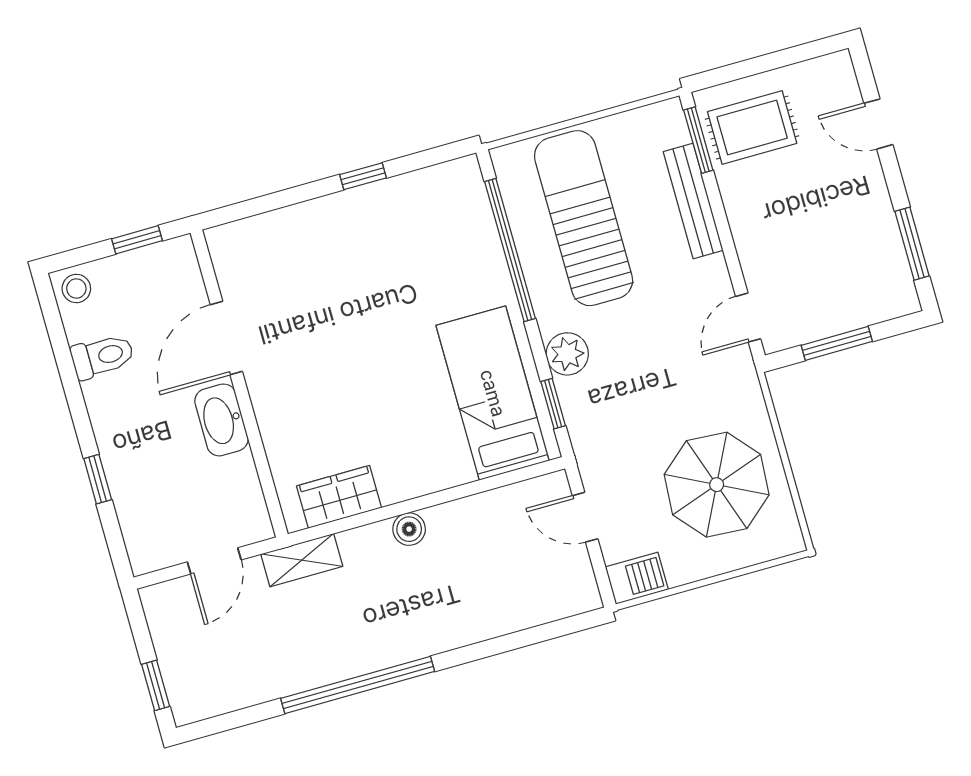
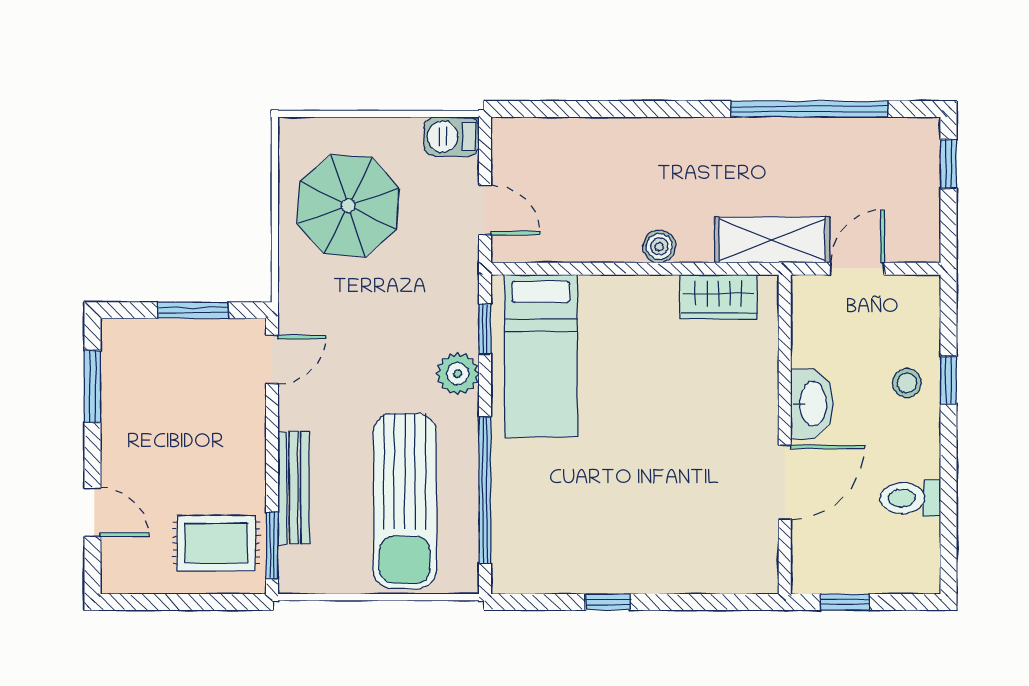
stool: (76, 289) -> (907, 383), moved
shelving: (302, 560) -> (772, 240), width x1.50, depth x1.33
window: (358, 685) -> (809, 109), moved

